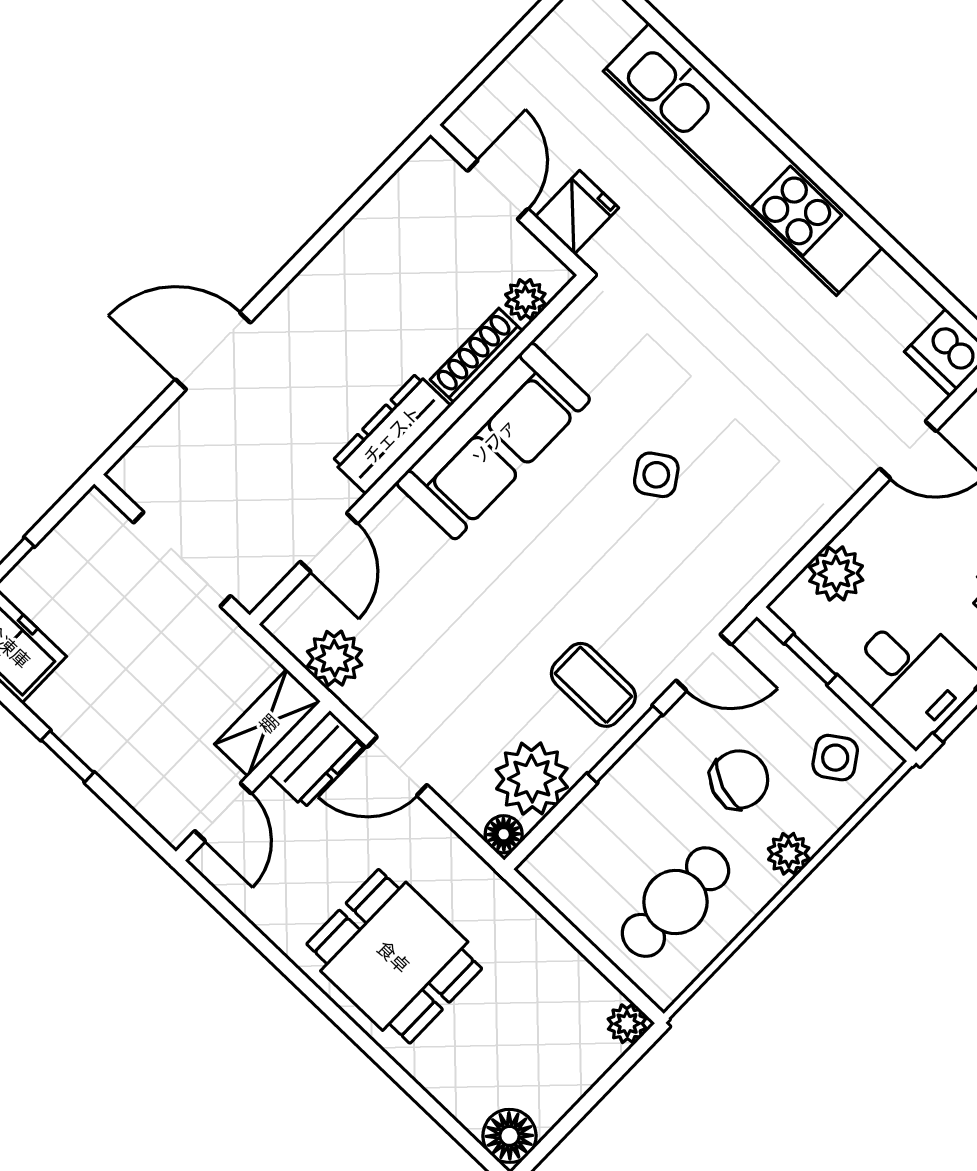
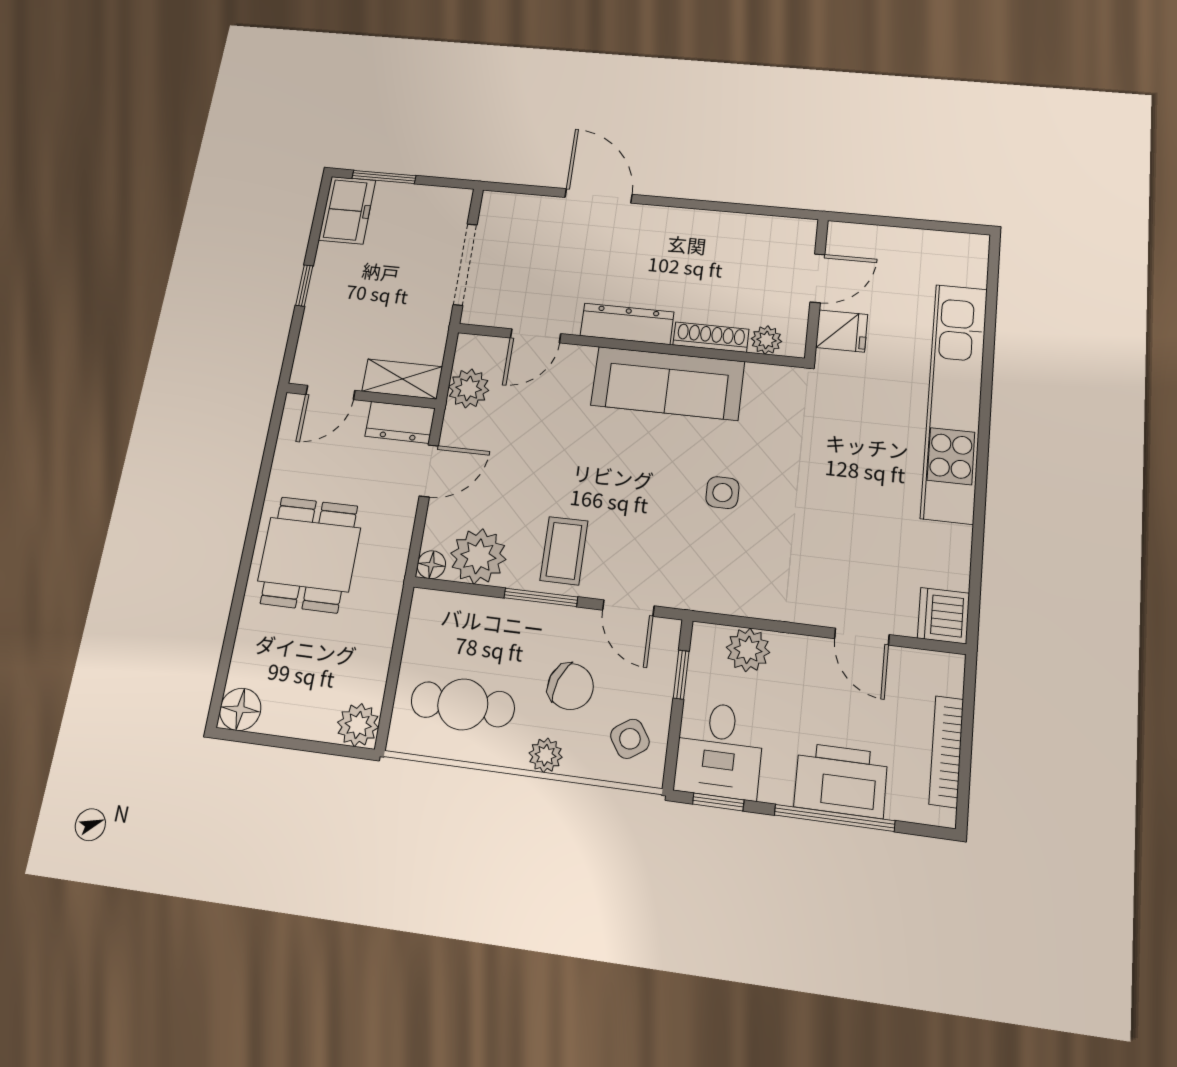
side table: (656, 475) -> (722, 493), turned 34
door: (397, 766) -> (429, 471), swing flipped
plant: (627, 1024) -> (358, 725), width x1.38, depth x1.38

